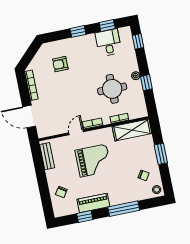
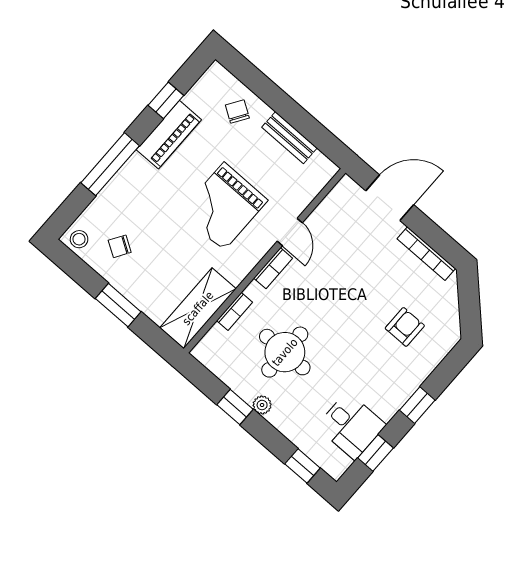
bench: (47, 156) -> (289, 138), moved

